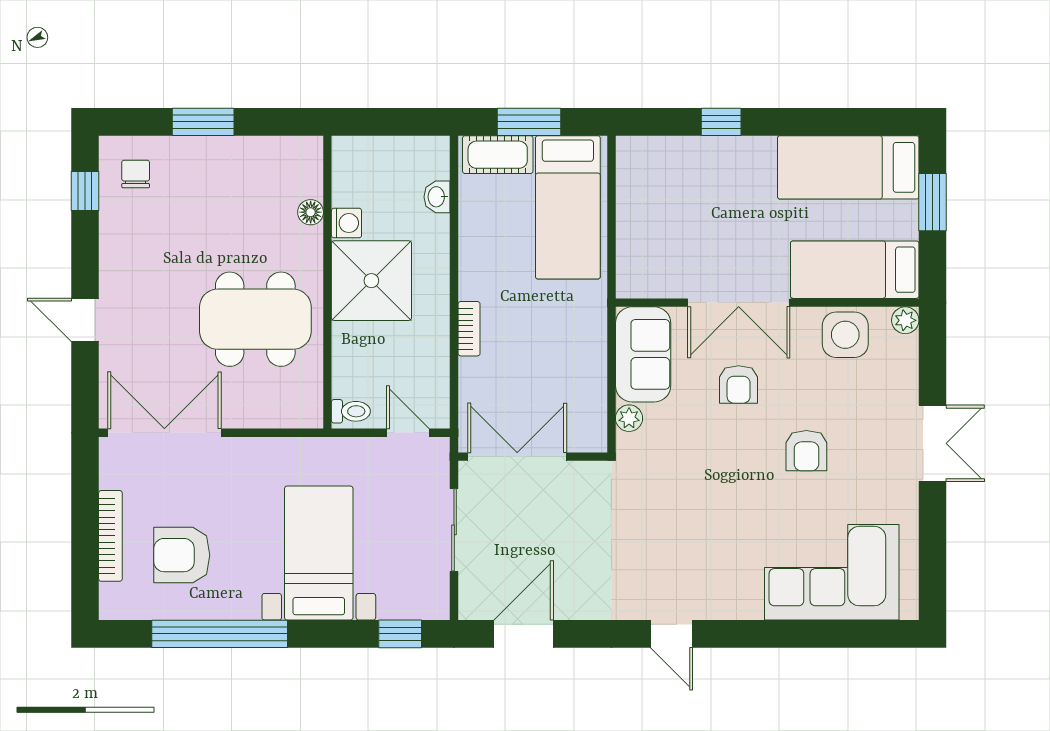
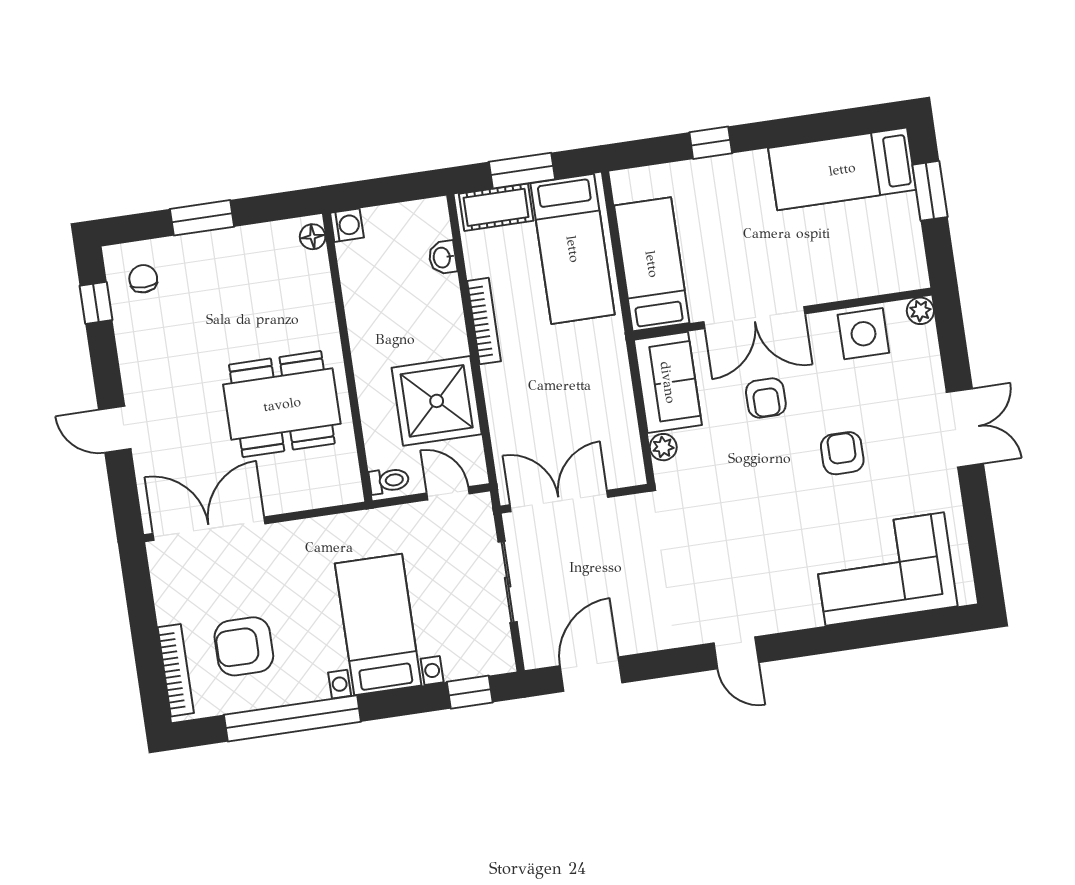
floor lamp: (311, 212) -> (313, 237), moved
washing machine: (346, 223) -> (347, 225), moved
bed: (855, 270) -> (652, 264), moved, turned 90
shower: (371, 281) -> (437, 401), moved
bookcase: (469, 329) -> (484, 321), moved, width x1.56
armchair: (806, 451) -> (842, 453), turned 180
bookcase: (110, 536) -> (176, 670), moved

